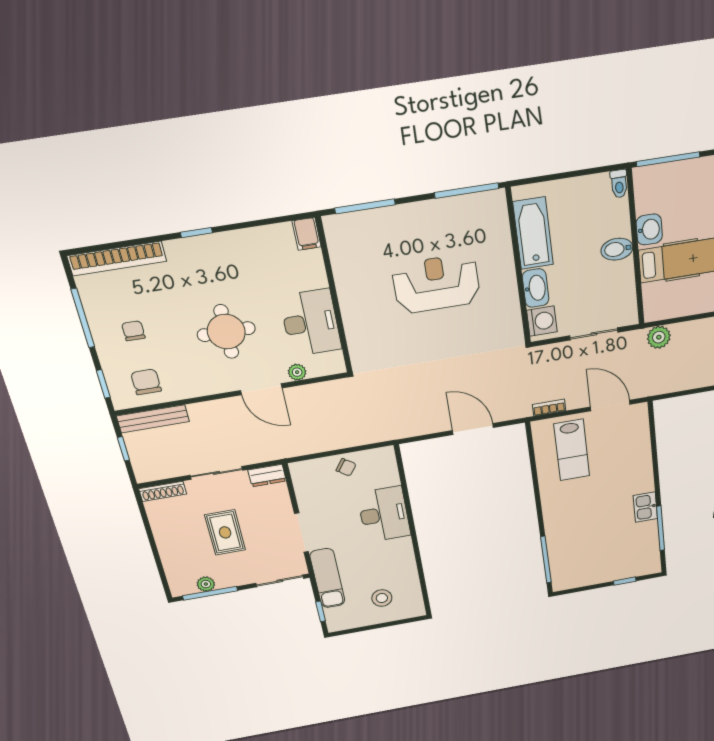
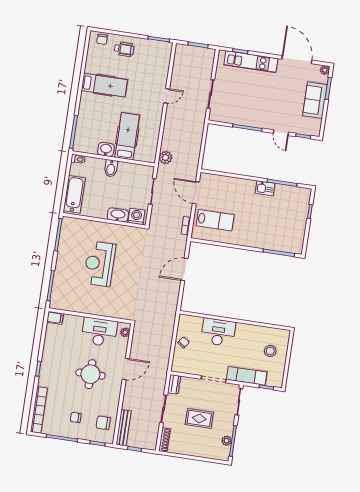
bathtub: (533, 233) -> (74, 194), moved, turned 90
plant: (297, 372) -> (125, 332), moved
door: (610, 406) -> (196, 193), hinge flipped

